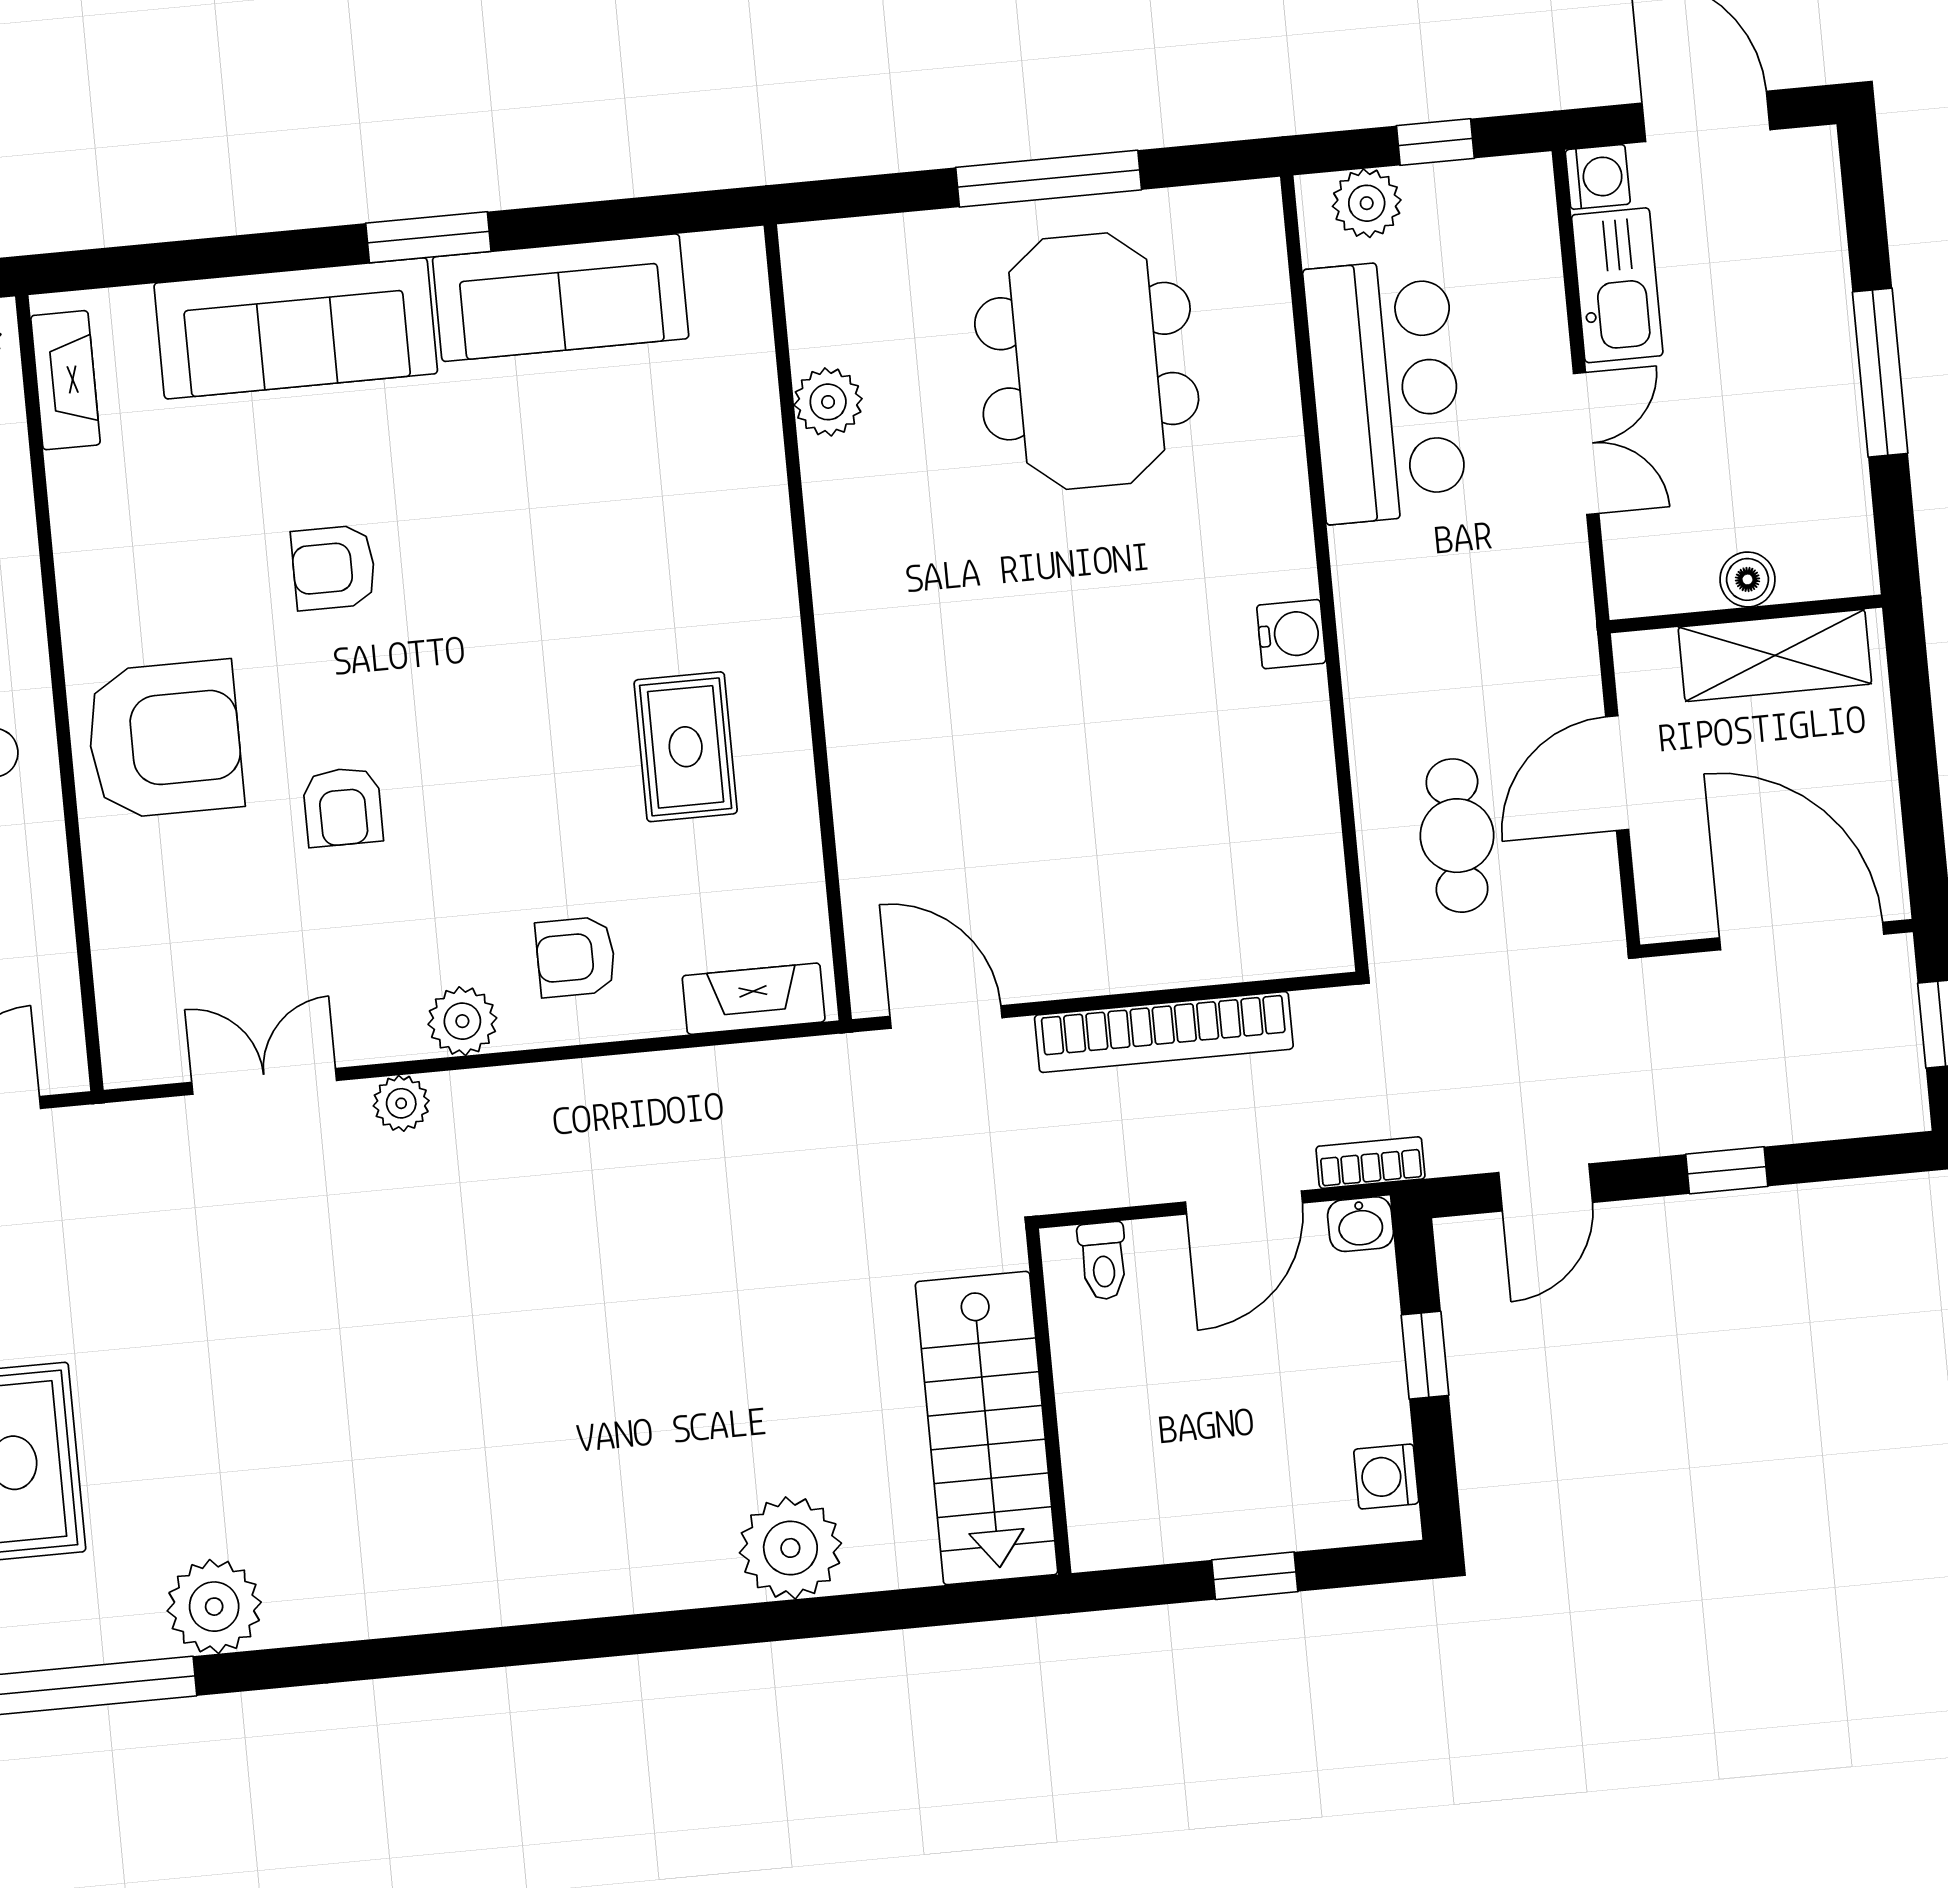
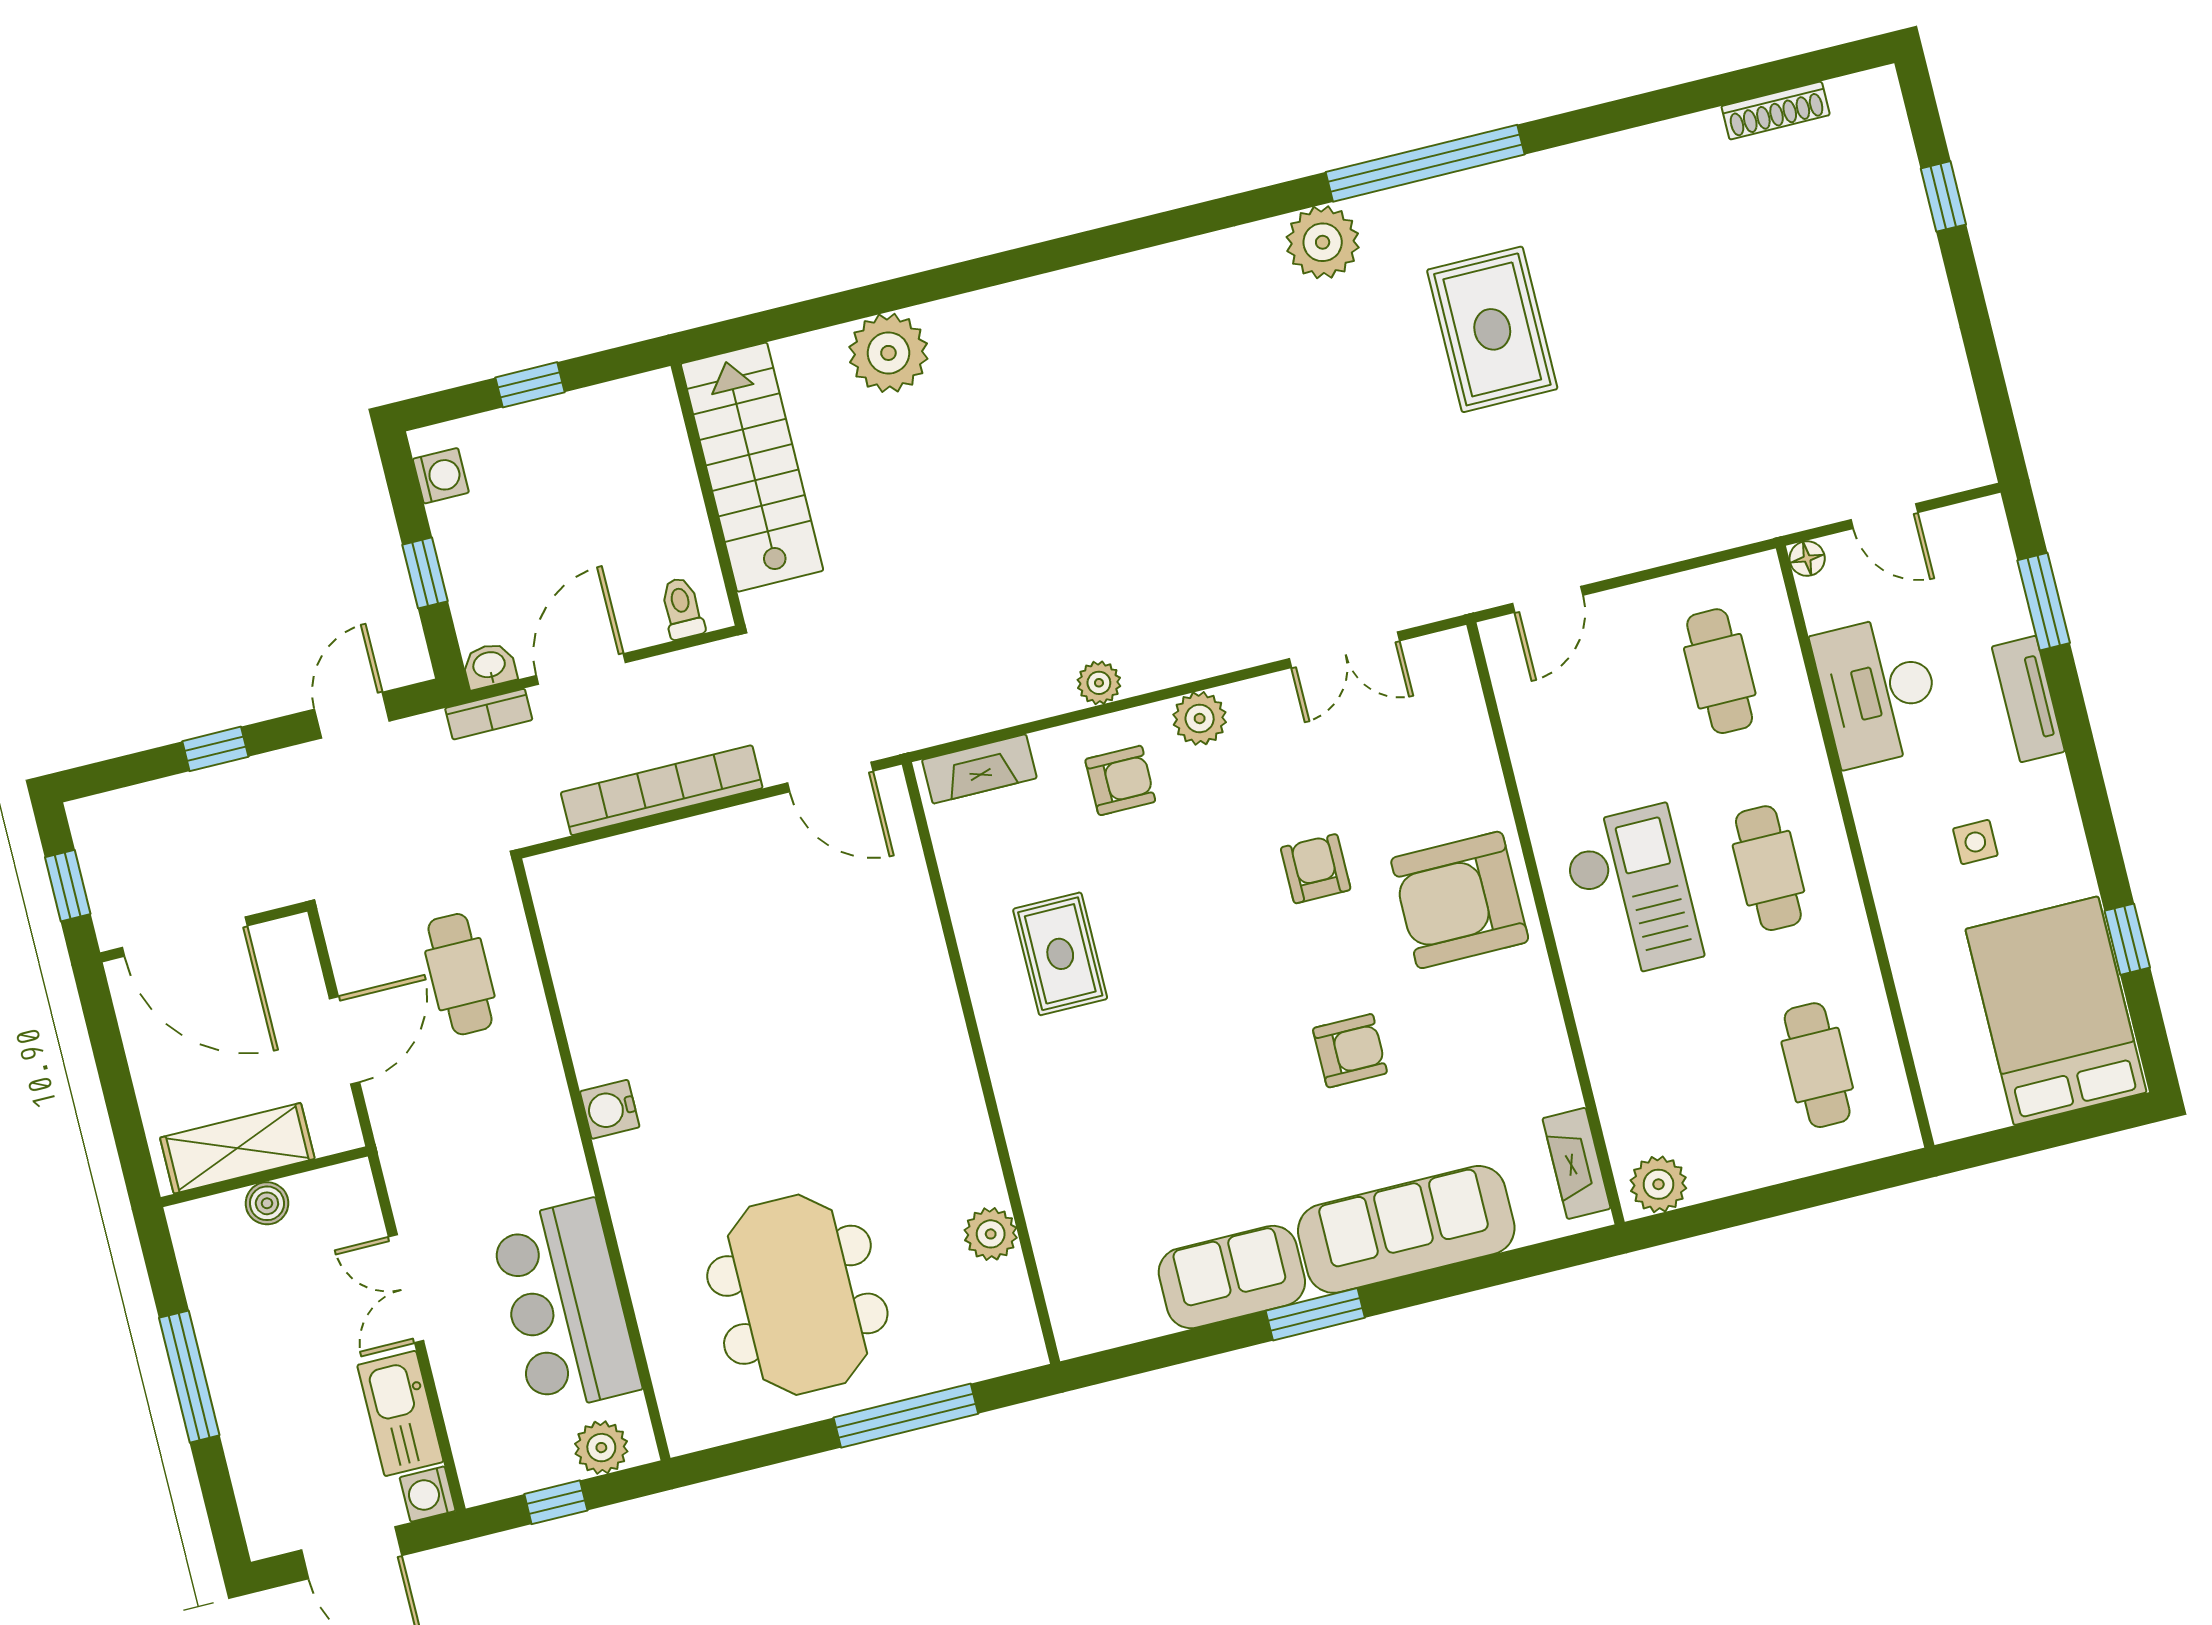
window: (1049, 179) -> (906, 1416), moved
sofa: (561, 298) -> (1232, 1277), width x0.73
plant: (401, 1103) -> (1099, 683), moved

